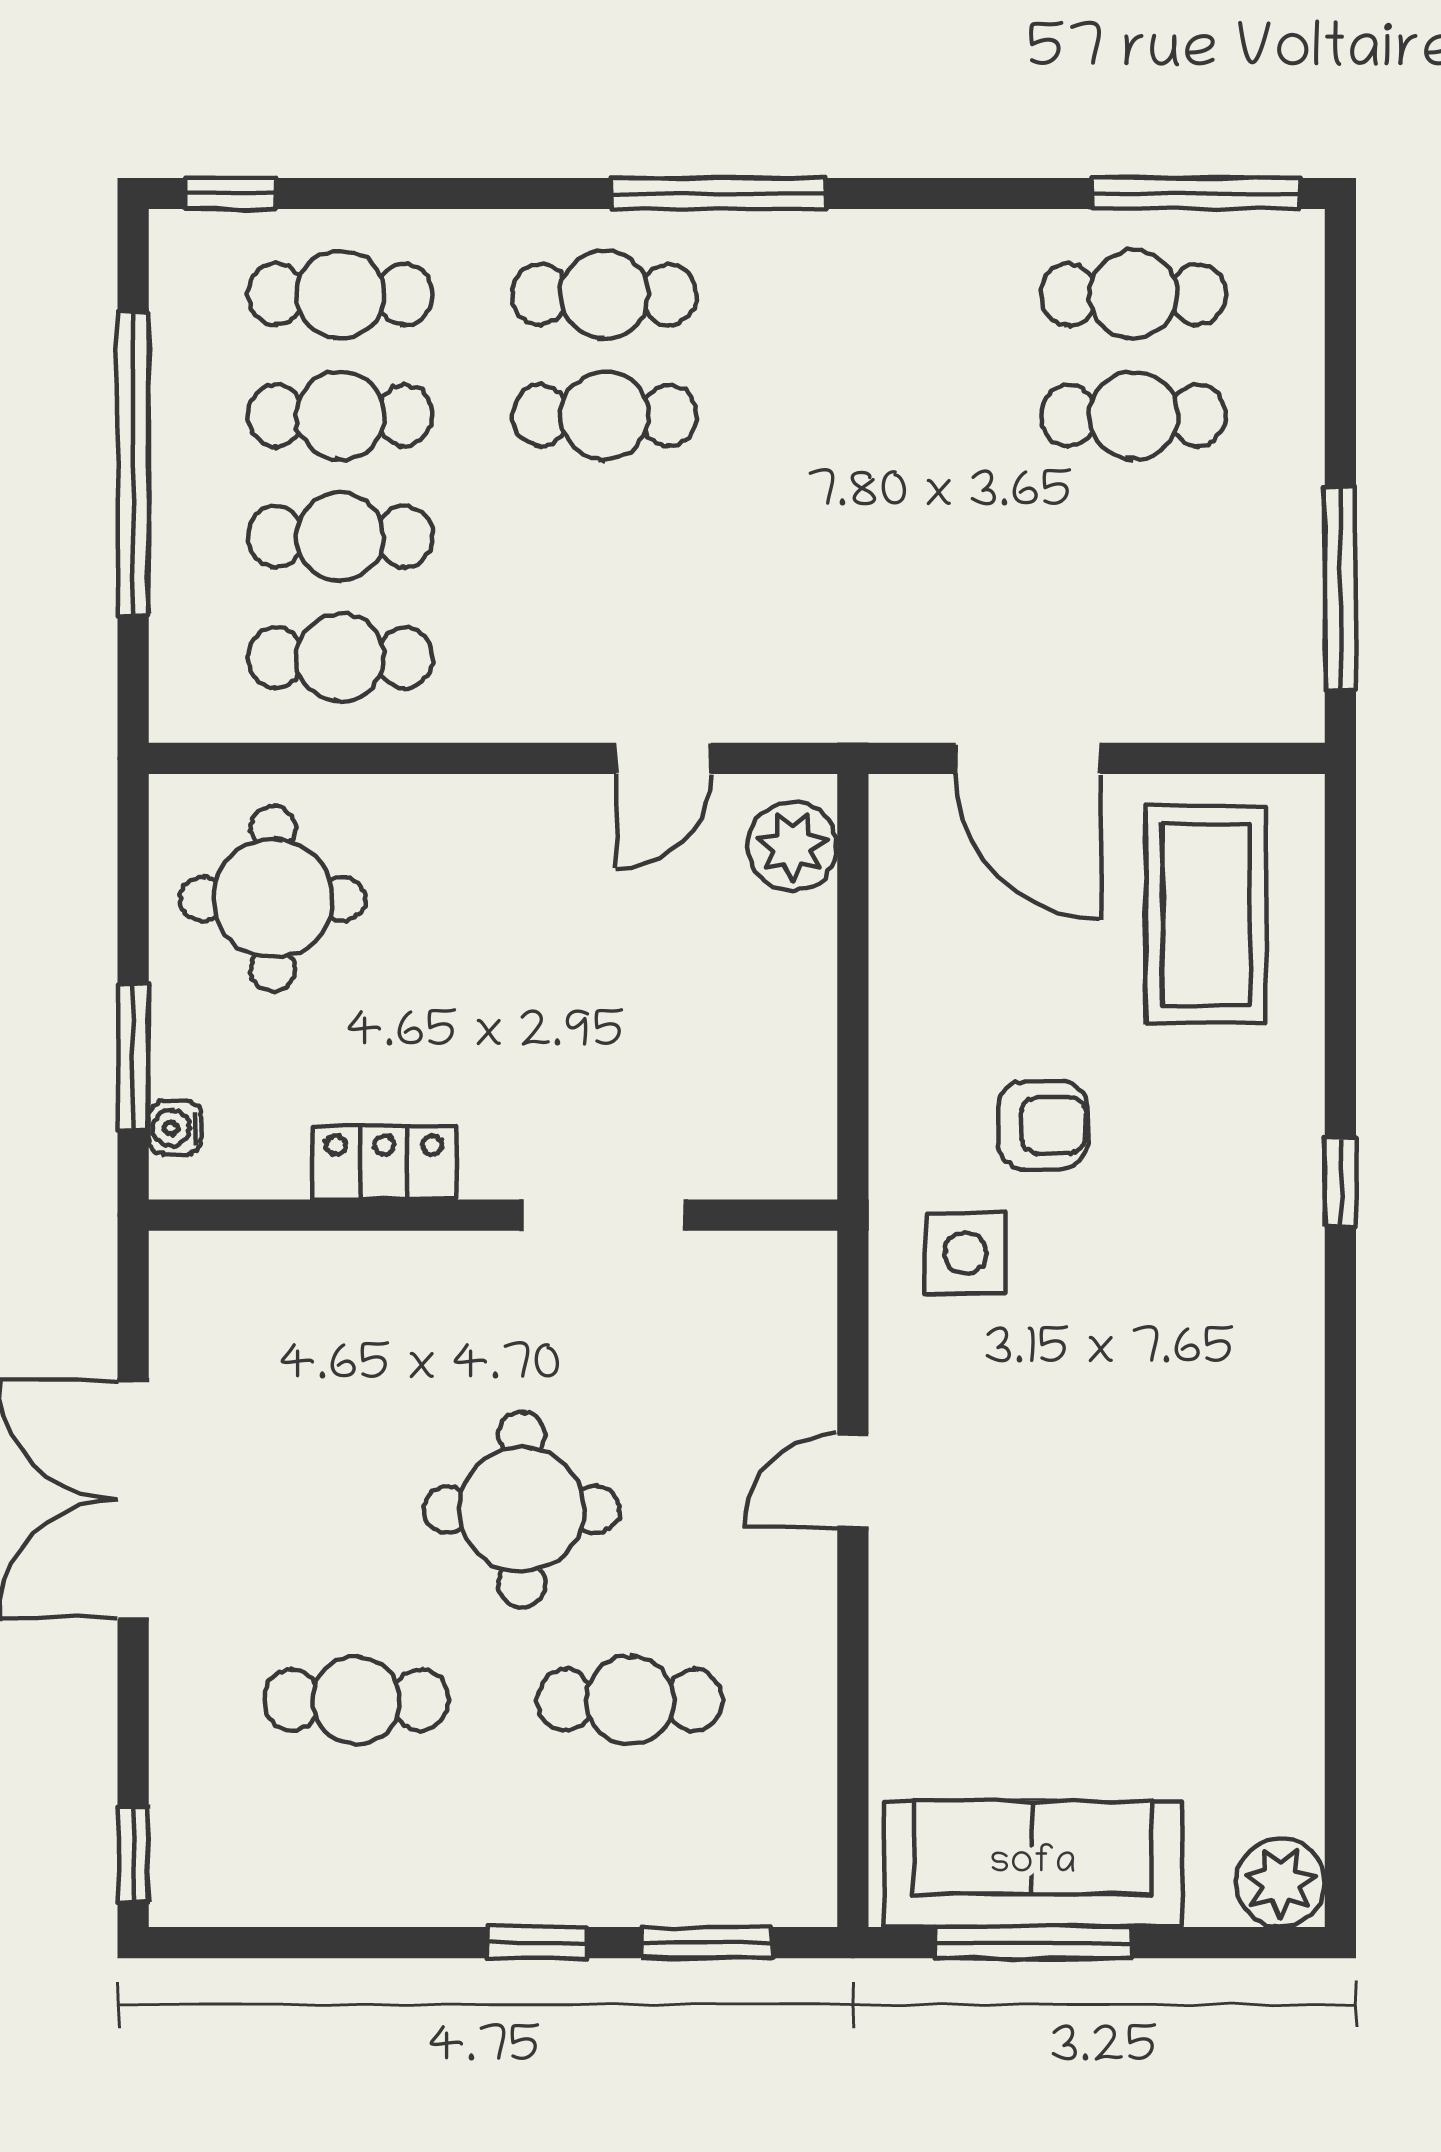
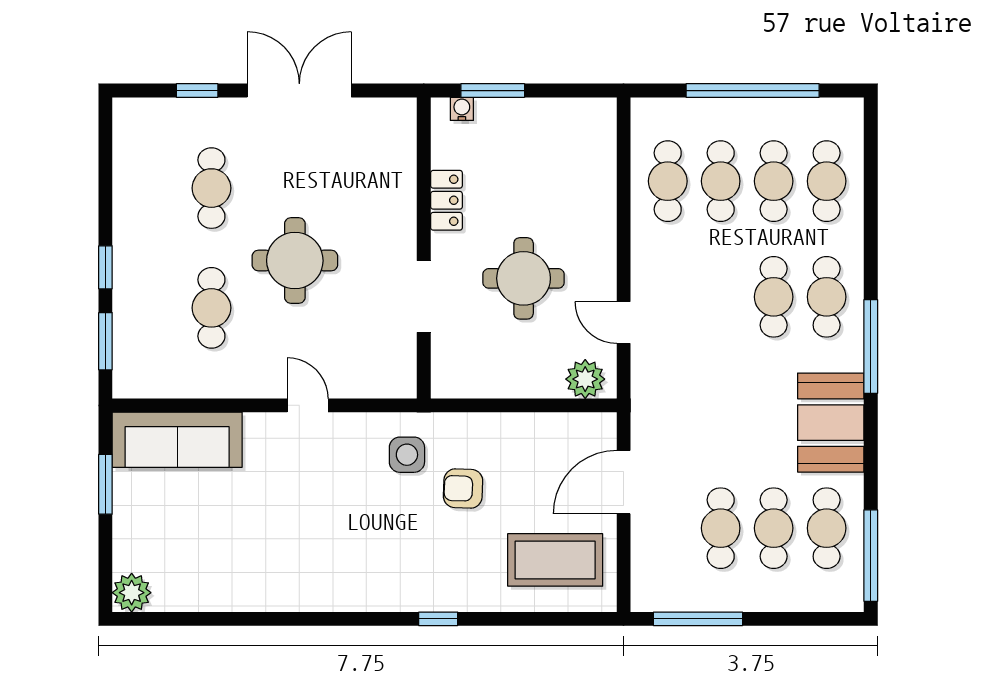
window: (231, 194) -> (871, 133), removed
booth: (892, 285) -> (831, 423), added
cafe table: (1133, 536) -> (721, 528), added
round table: (273, 899) -> (524, 278), moved
armchair: (1043, 1125) -> (463, 488), turned 92
window: (133, 1855) -> (197, 91), moved
sofa: (1033, 1864) -> (177, 440), moved, turned 90
window: (1033, 1943) -> (105, 484), width x0.69

